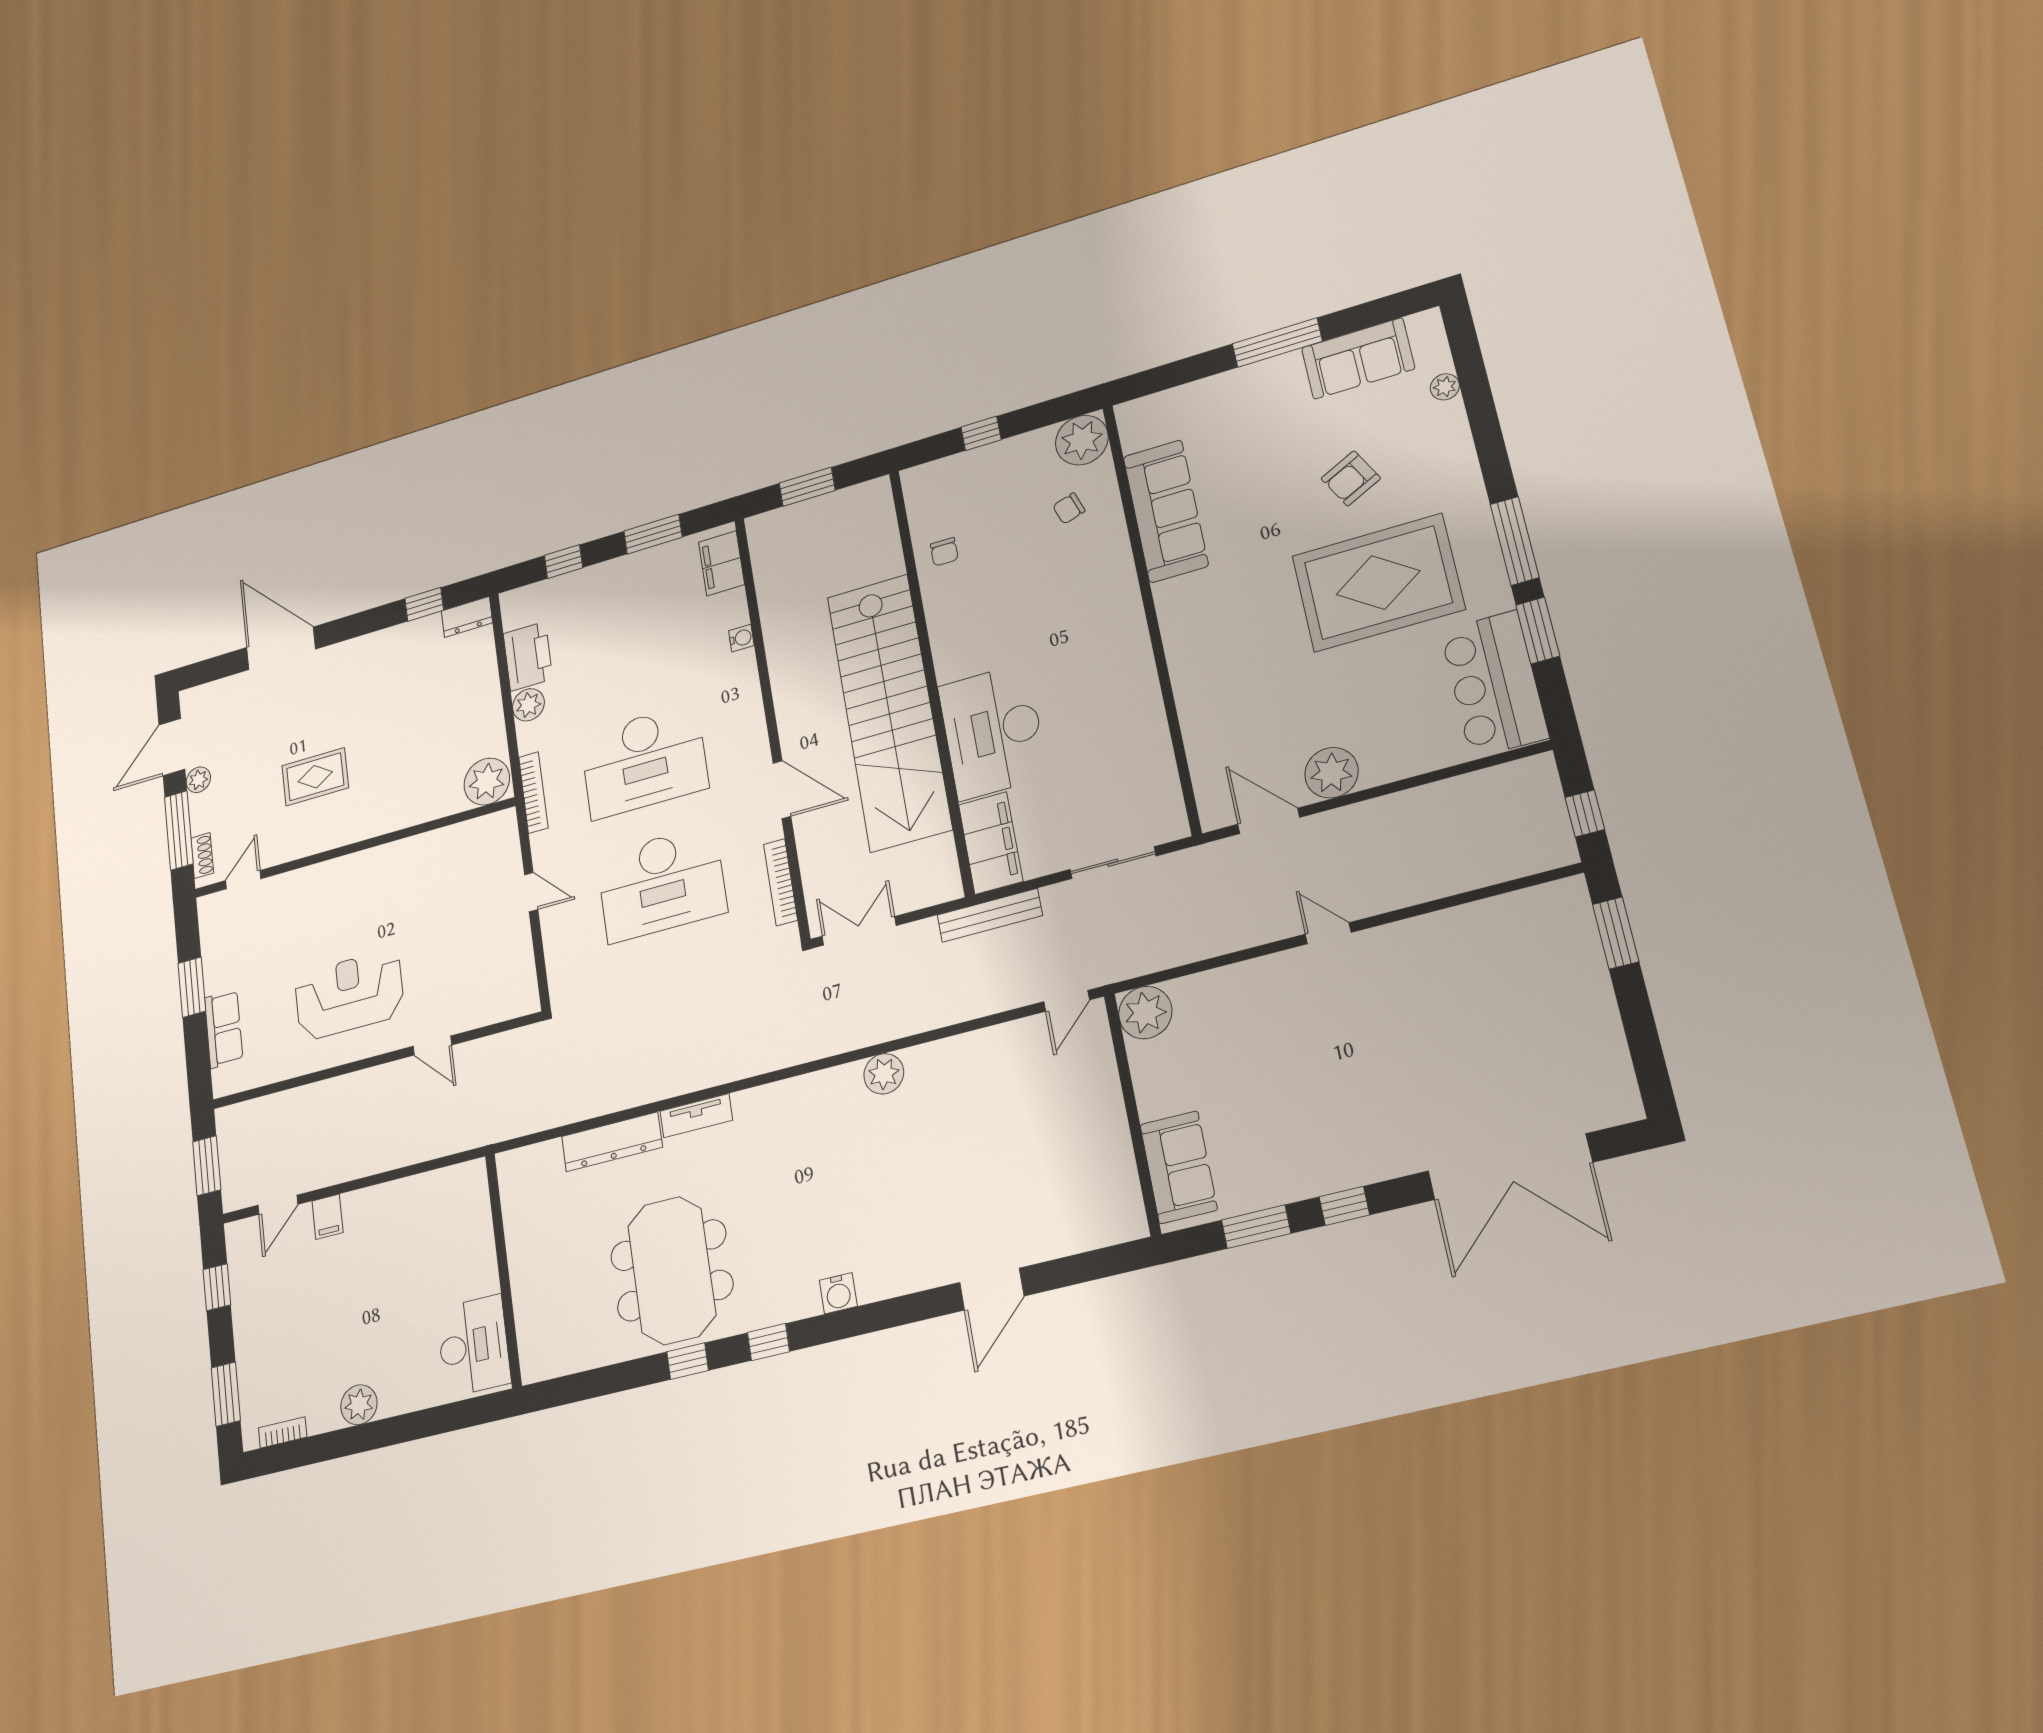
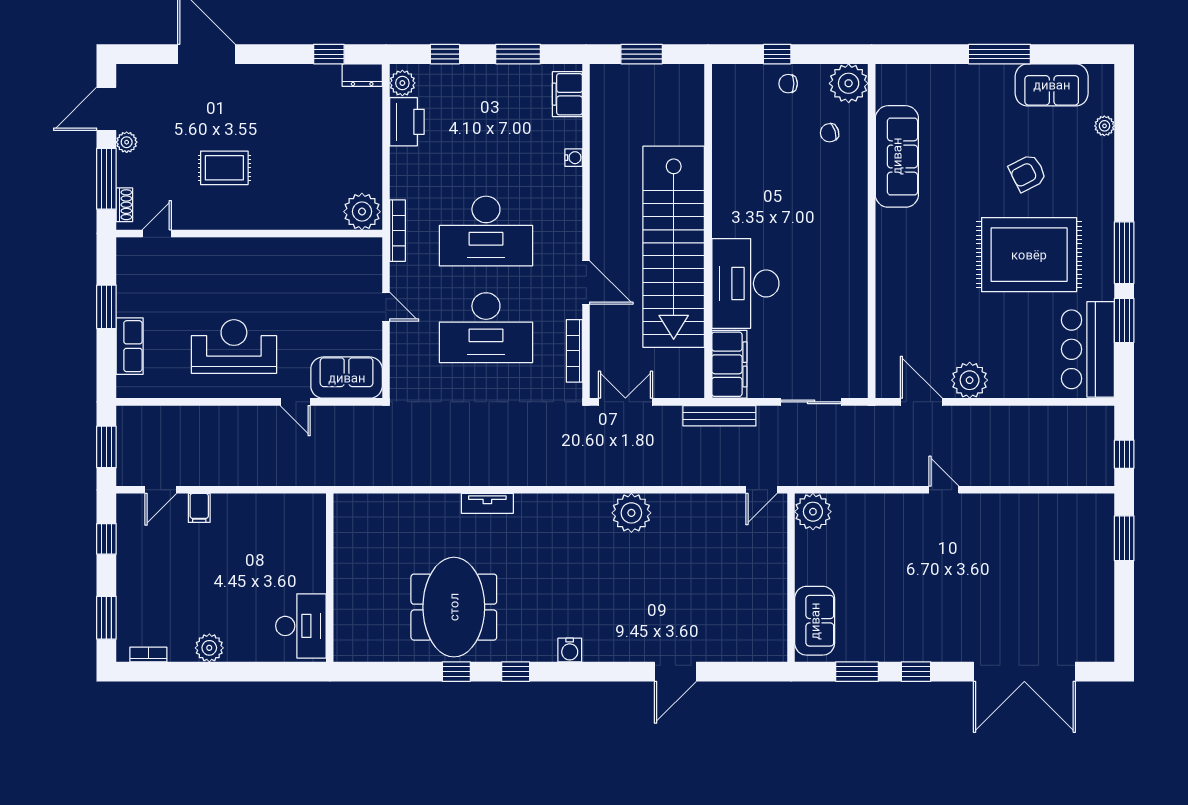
chair: (944, 552) -> (788, 84), moved, turned 90
plant: (528, 705) -> (402, 83), moved
sofa: (493, 997) -> (347, 378), added
plant: (884, 1074) -> (631, 513), width x1.36, depth x1.36
dresser: (612, 1142) -> (423, 507), removed

